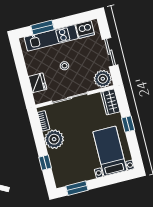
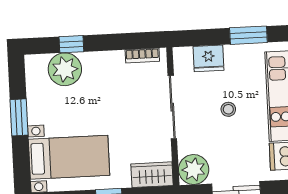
window: (20, 63) -> (248, 35), added
plant: (54, 139) -> (65, 69), moved
window: (77, 188) -> (19, 117), moved

